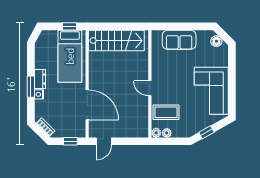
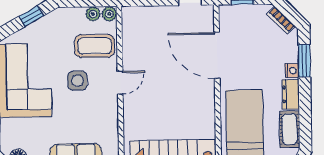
cot: (41, 57) -> (290, 129), added
window: (31, 87) -> (304, 61), moved
door: (150, 88) -> (120, 83), hinge flipped
side table: (177, 90) -> (77, 81), added

